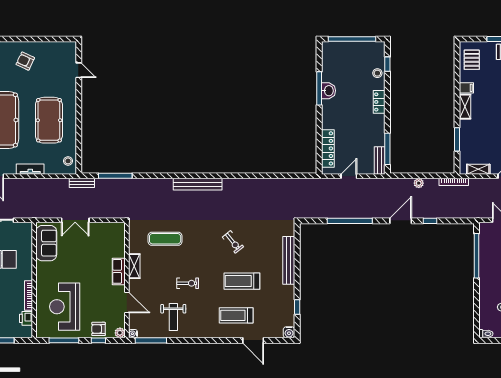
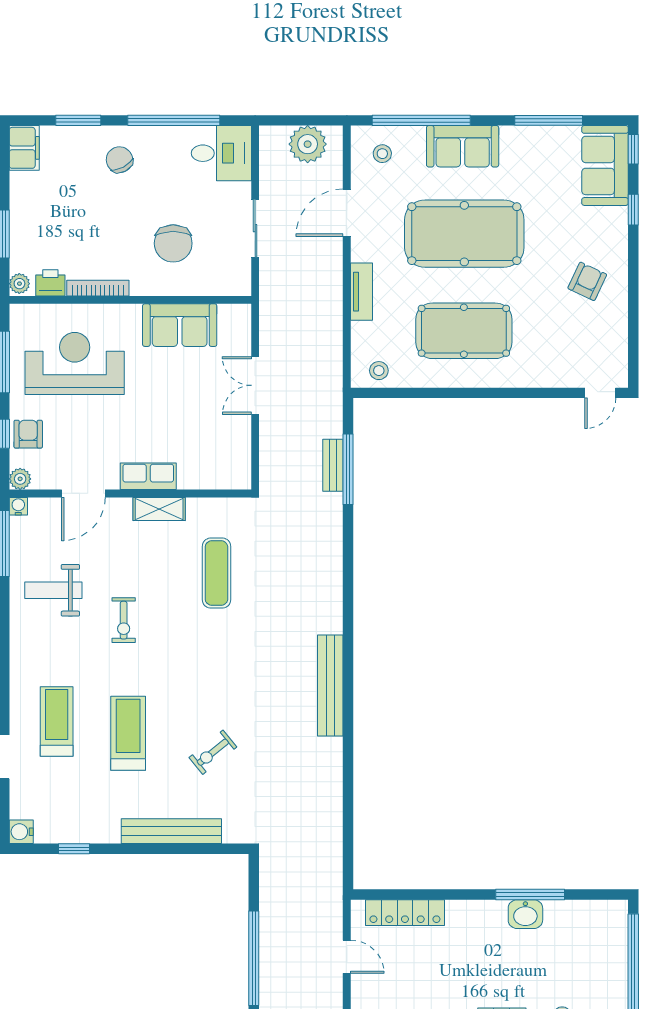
door: (79, 70) -> (600, 393), moved
bench: (82, 183) -> (333, 465), moved
bench: (198, 184) -> (330, 686), moved
exercise bike: (233, 242) -> (213, 752), moved
sofa: (46, 243) -> (180, 325), moved
plant: (26, 333) -> (19, 284), added

